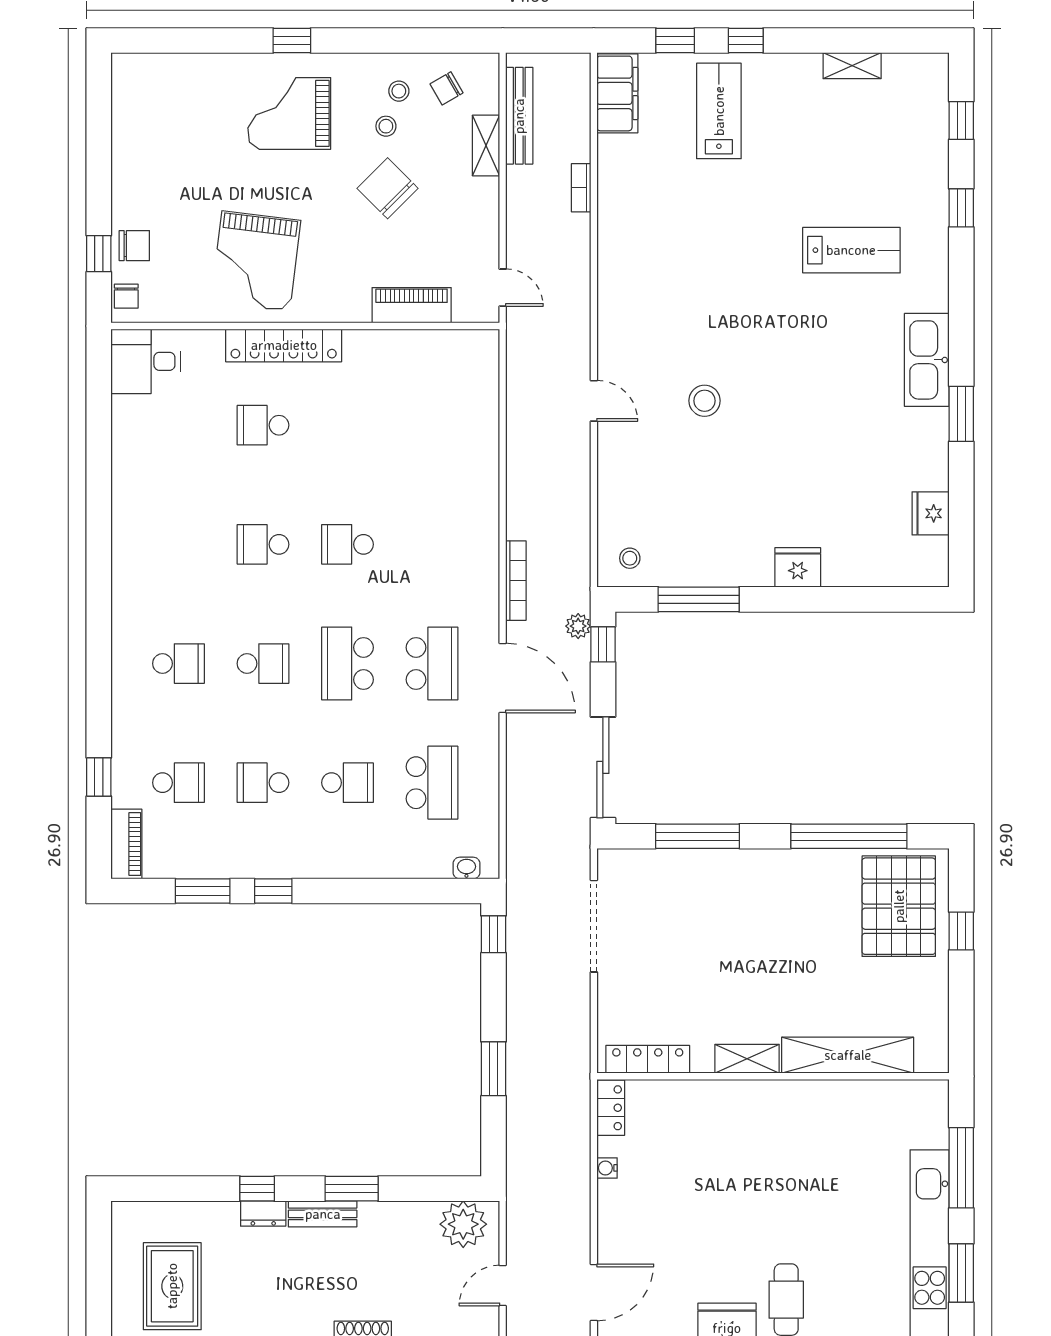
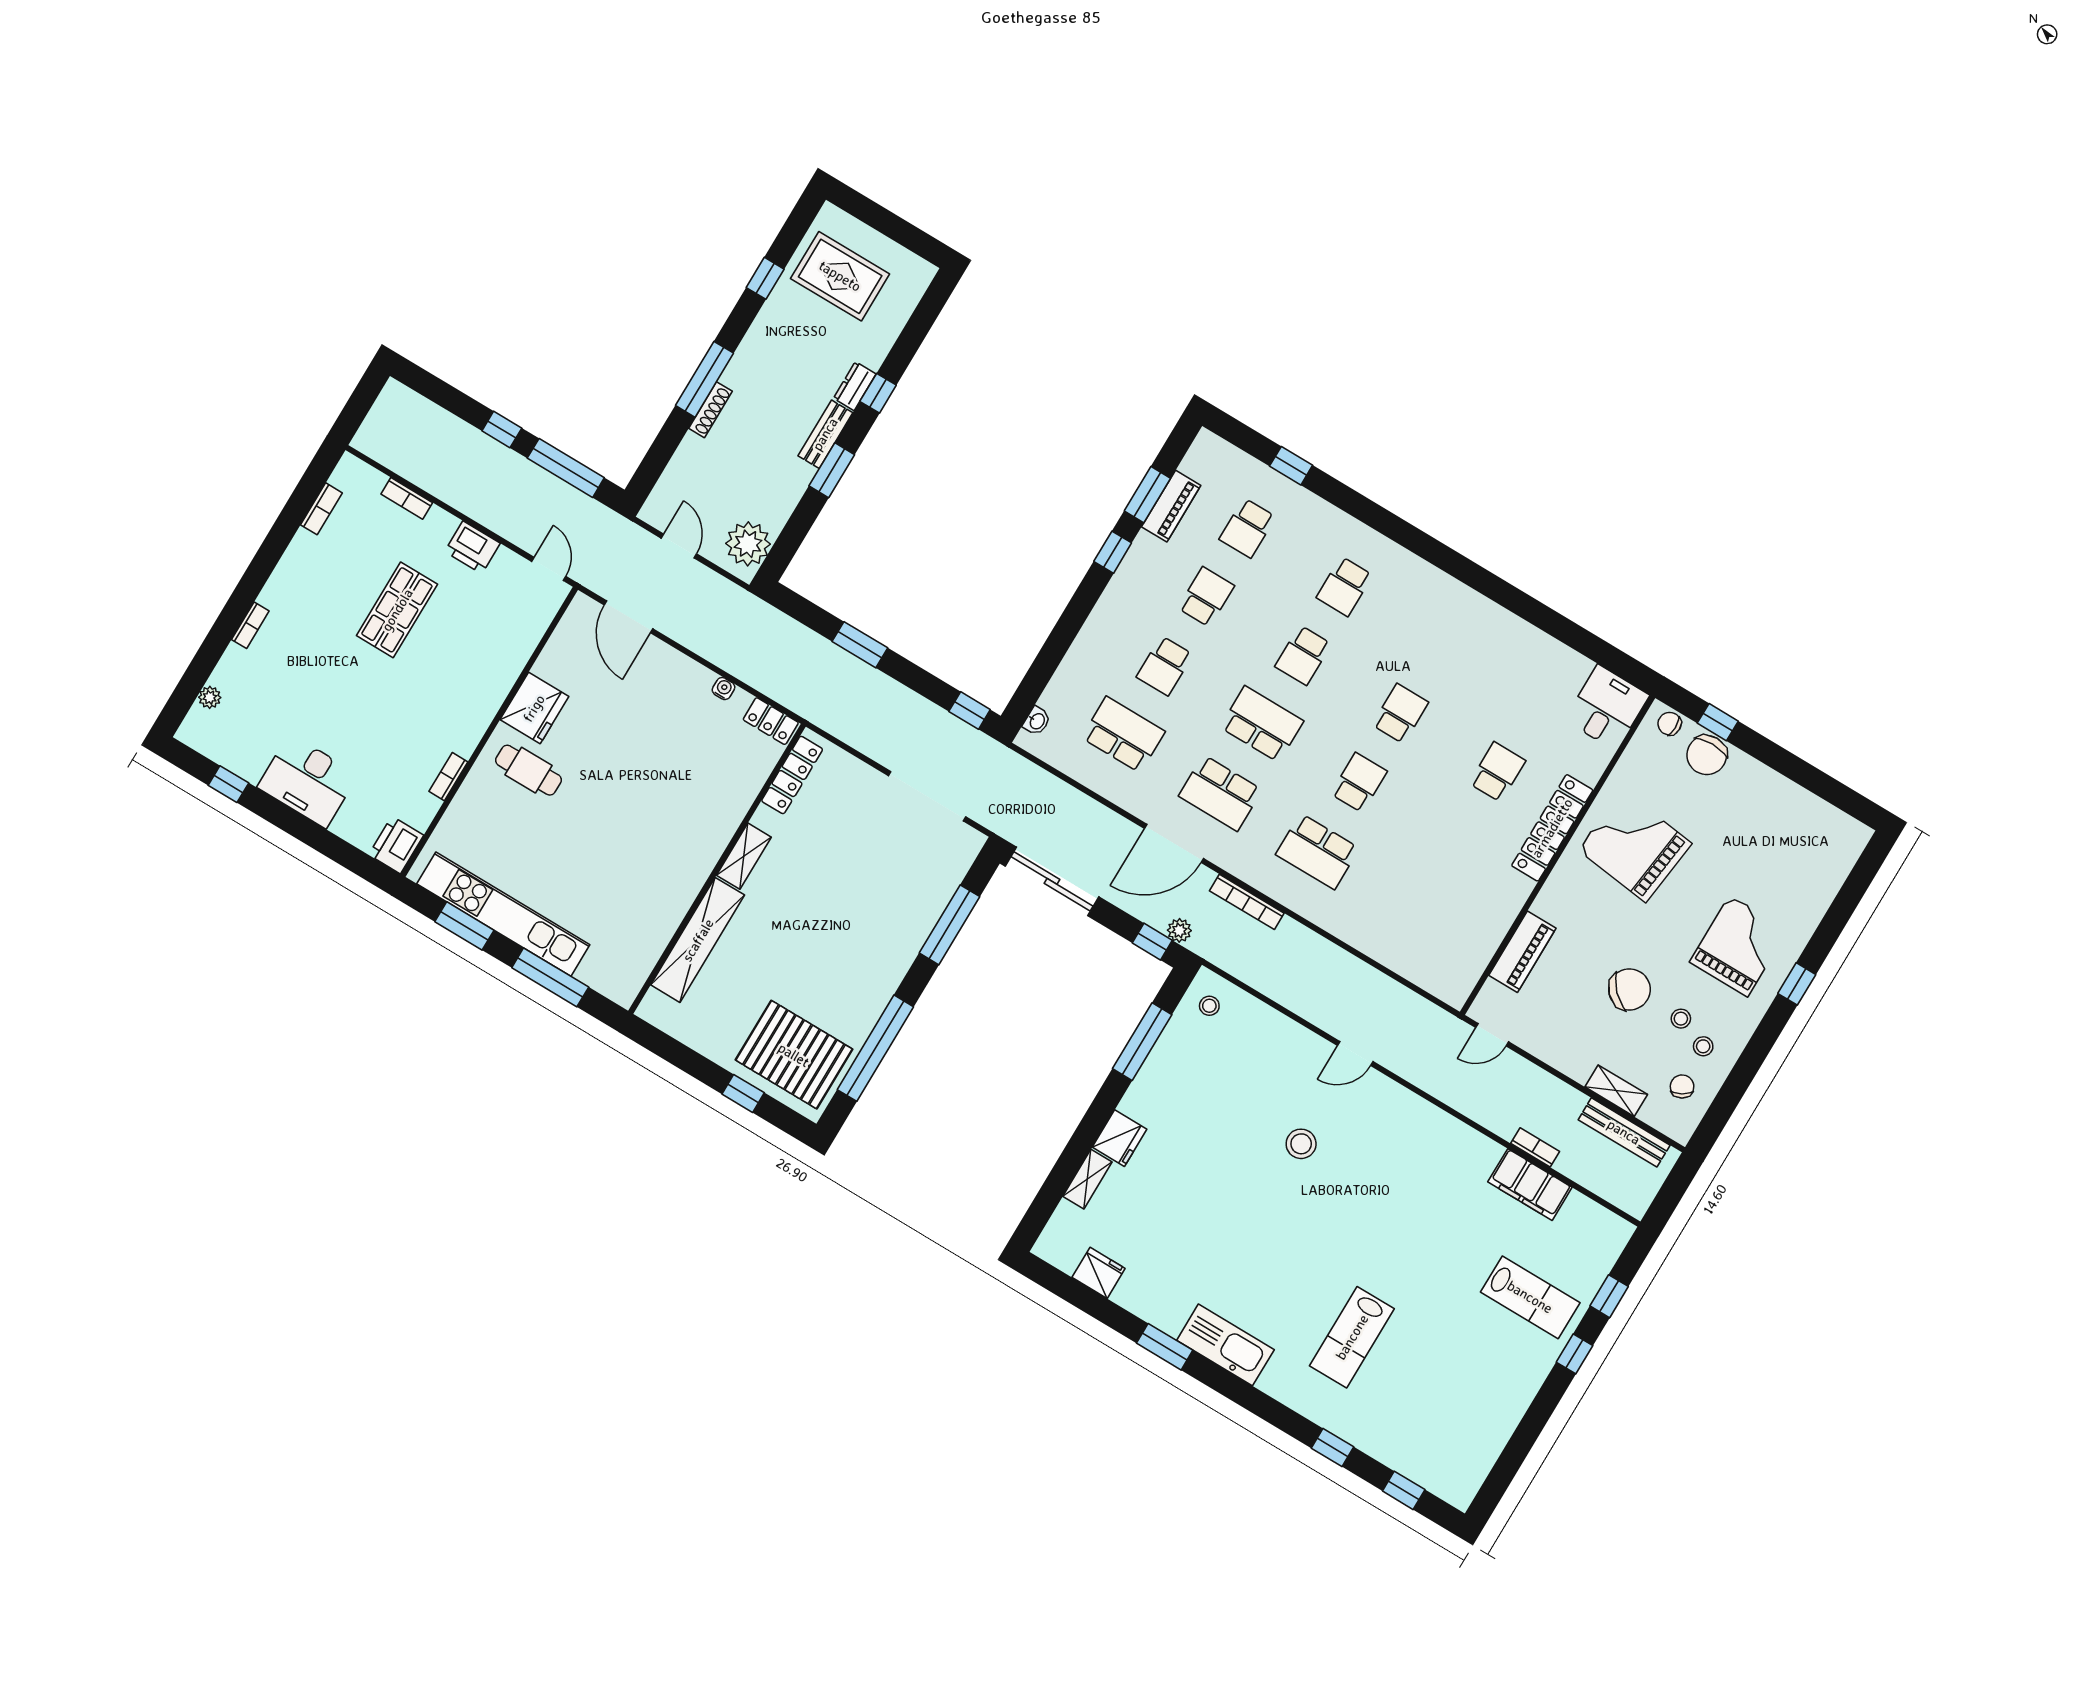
shelving: (852, 66) -> (1087, 1179), moved
filing cabinet: (617, 93) -> (1530, 1185), moved
chair: (134, 246) -> (1707, 755), width x1.37, depth x1.37
school desk: (432, 544) -> (1317, 851), added
school desk: (432, 783) -> (1123, 735), turned 180
piano: (126, 844) -> (1171, 506), moved, turned -90

